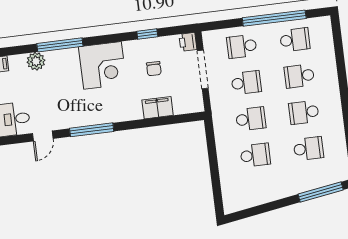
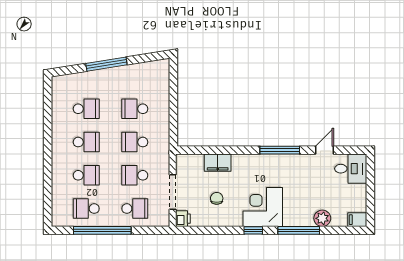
window: (147, 34) -> (253, 230), moved
school desk: (308, 149) -> (86, 109), turned 180
window: (321, 192) -> (106, 64), moved

